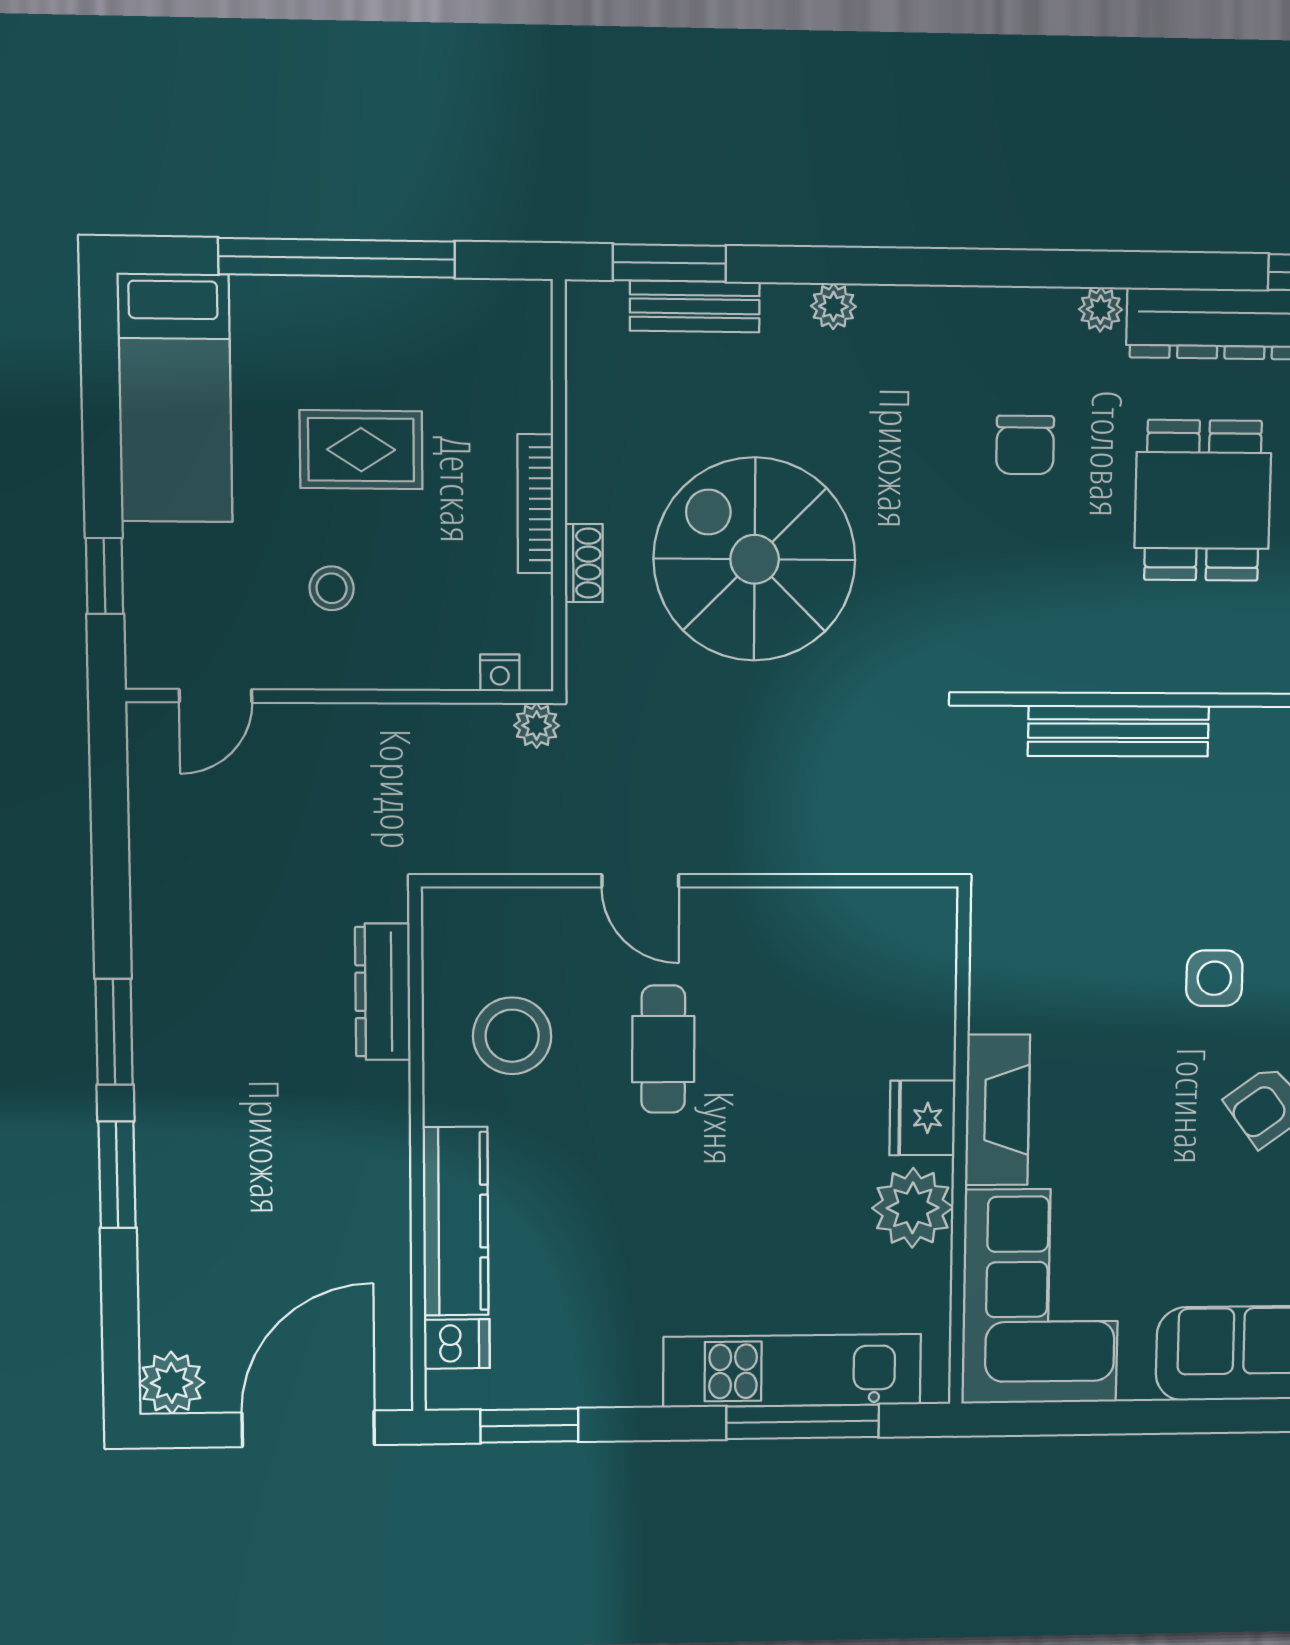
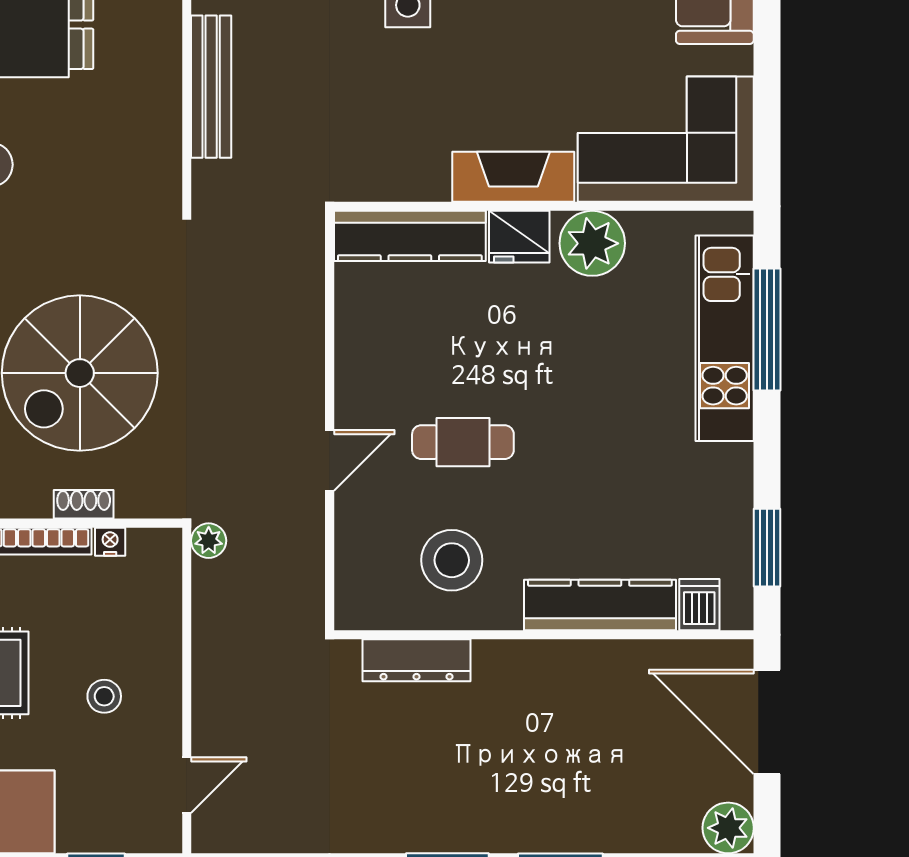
nightstand: (500, 673) -> (110, 542), moved, turned -90
door: (216, 696) -> (187, 785), hinge flipped
kitchen counter: (925, 982) -> (410, 236), added

